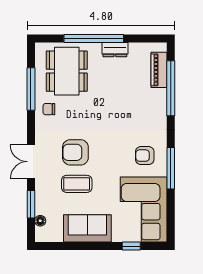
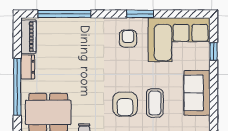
piano: (159, 70) -> (28, 37), moved, turned -90
armchair: (145, 156) -> (128, 39), turned 180
window: (171, 168) -> (140, 14), width x0.69

